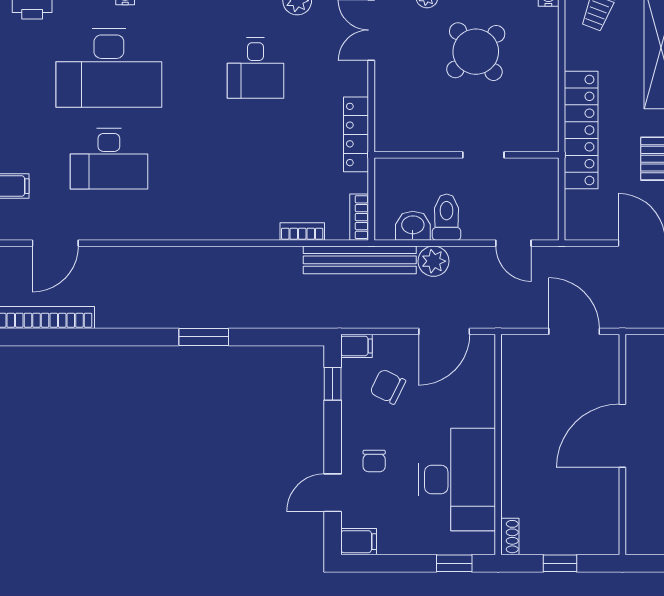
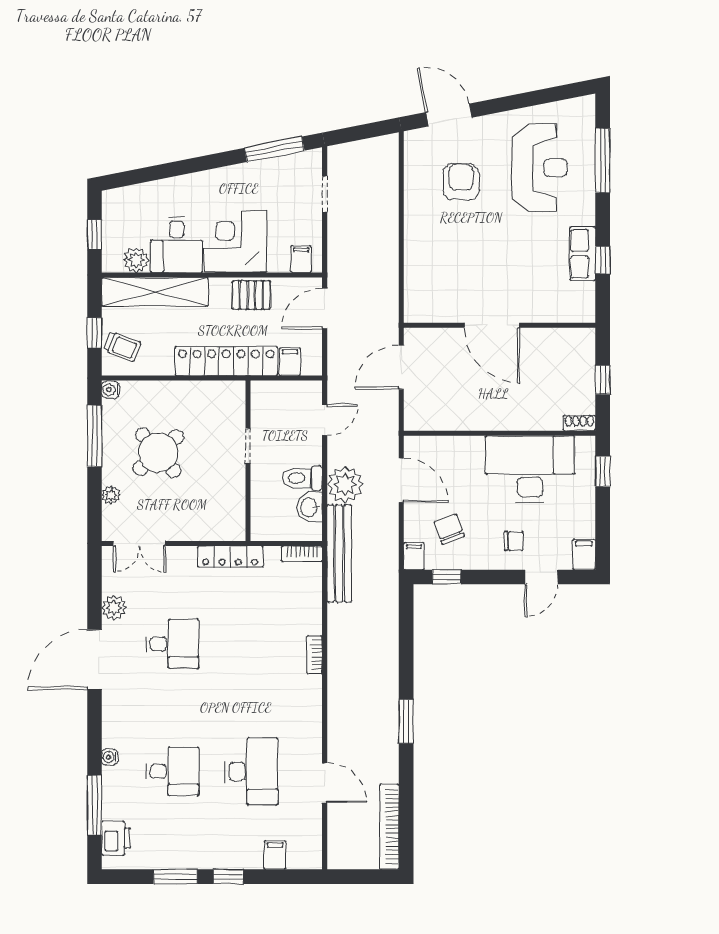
desk: (109, 68) -> (173, 771), width x0.53, depth x0.77
filing cabinet: (580, 203) -> (290, 362), added
bookcase: (302, 232) -> (315, 655), moved
door: (55, 243) -> (325, 783), moved
plant: (434, 261) -> (345, 485), width x1.36, depth x1.36
window: (204, 337) -> (406, 722), moved
chair: (388, 387) -> (449, 529), turned 134
door: (333, 493) -> (541, 577), hinge flipped

